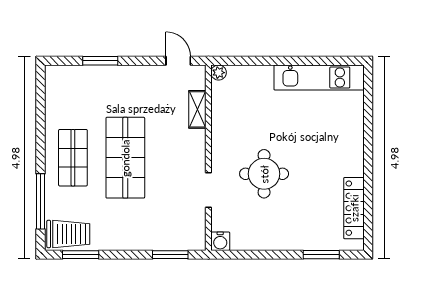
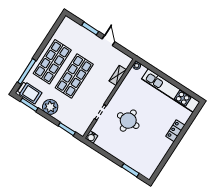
door: (178, 61) -> (109, 40), moved
kitchen unit: (319, 78) -> (171, 91), width x1.36
shop shelf: (73, 158) -> (52, 62), width x1.43, depth x1.36
locker: (354, 208) -> (175, 131), moved, width x0.66
plant: (118, 236) -> (50, 107), added

